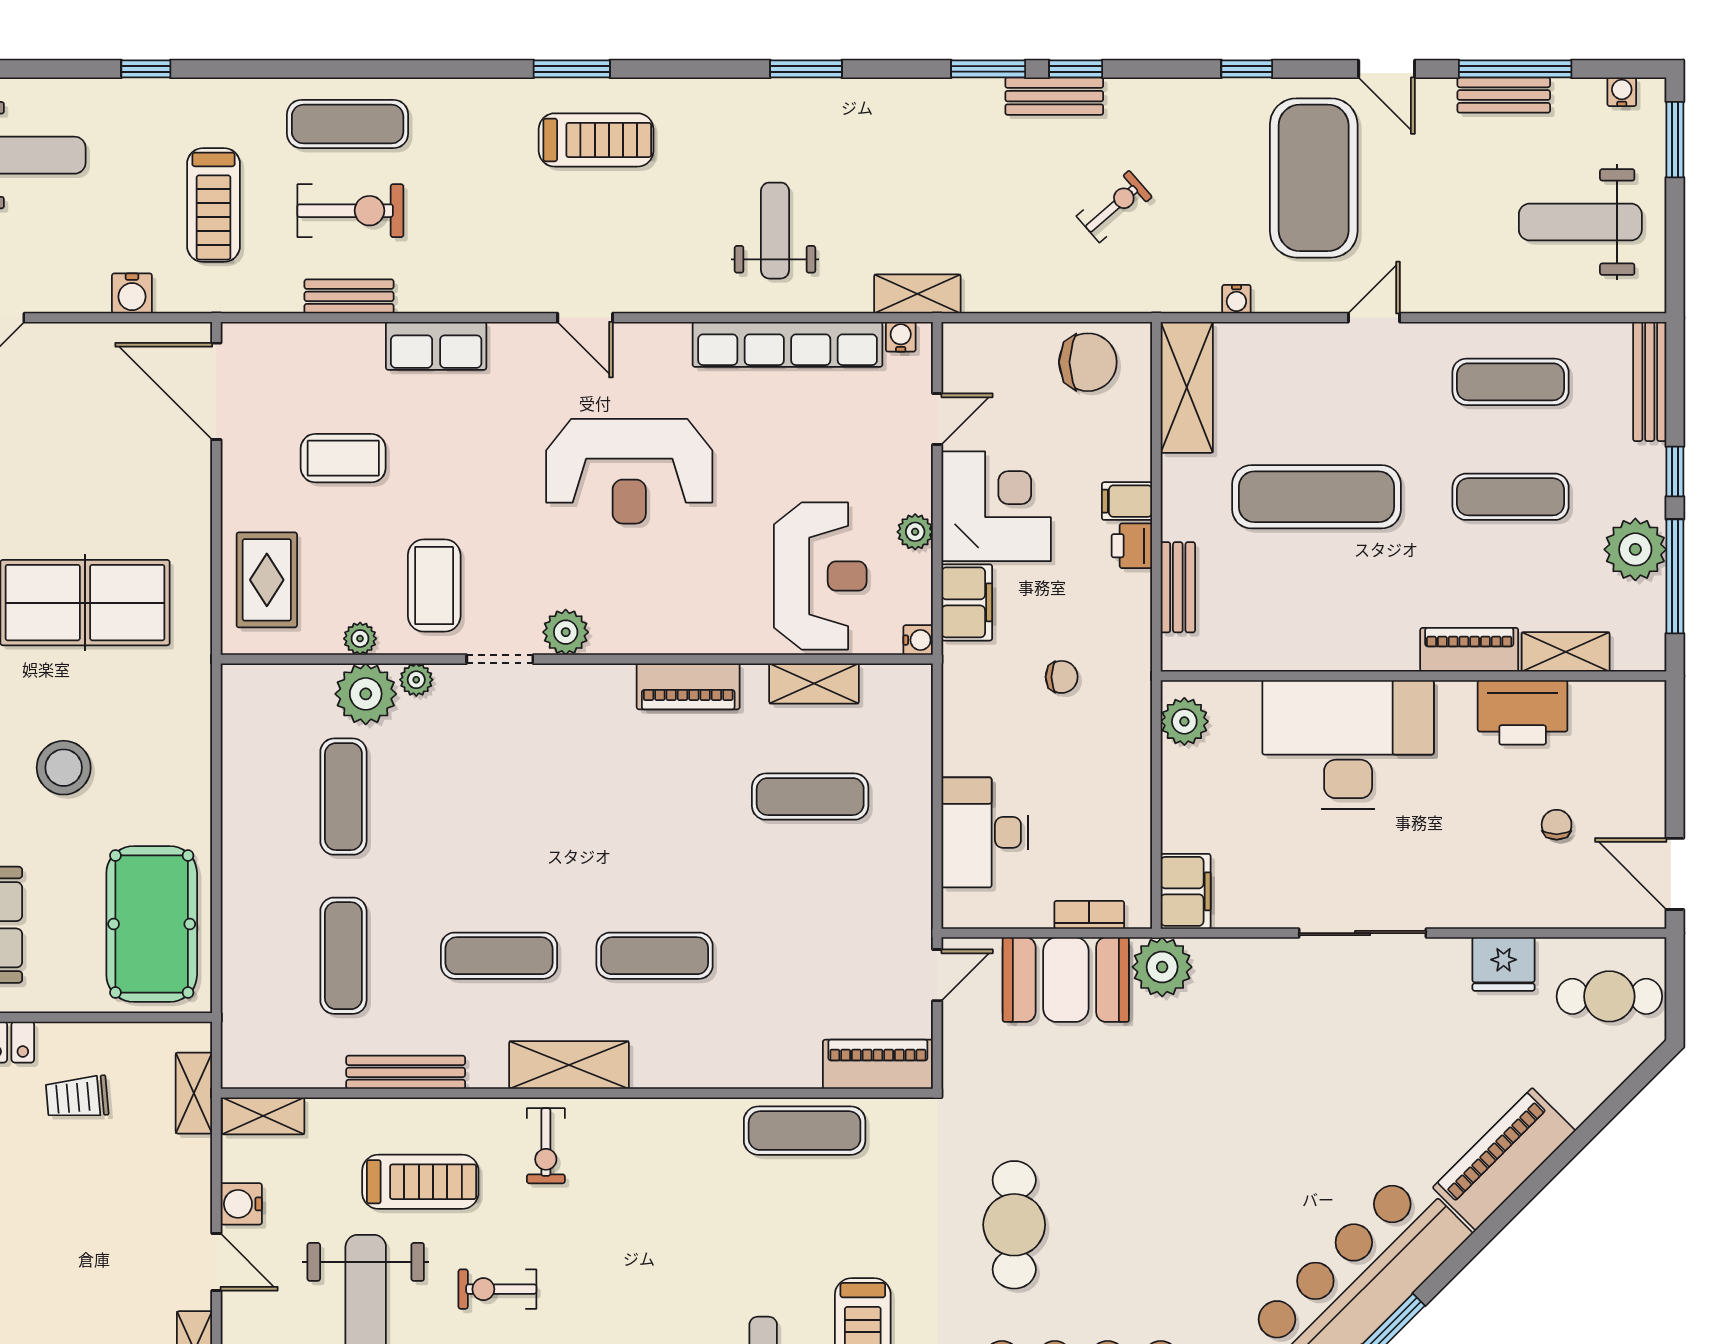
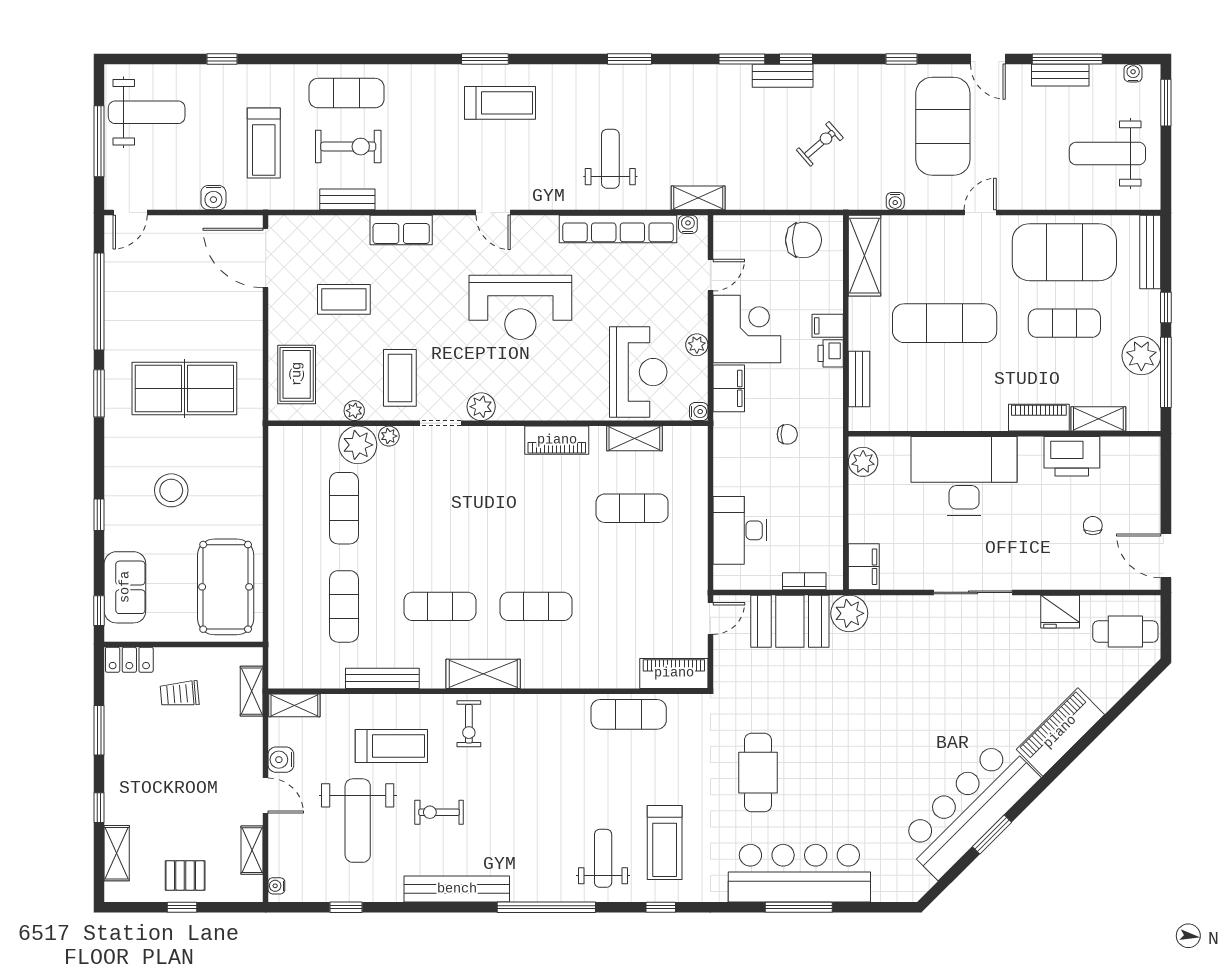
exercise mat: (1511, 382) -> (1064, 252), width x2.00, depth x1.45

